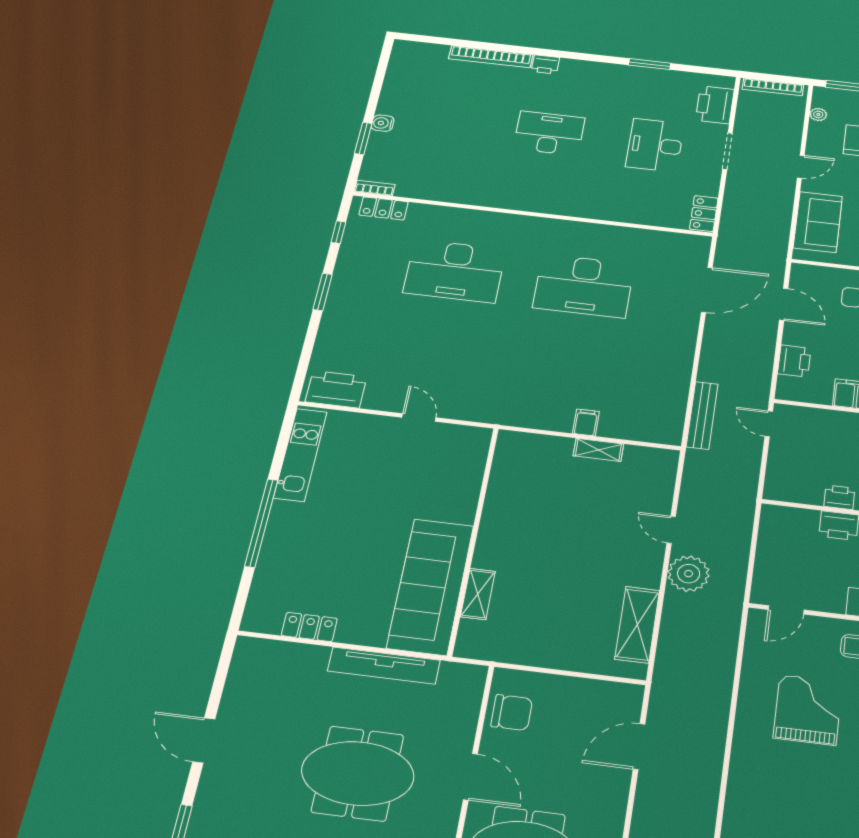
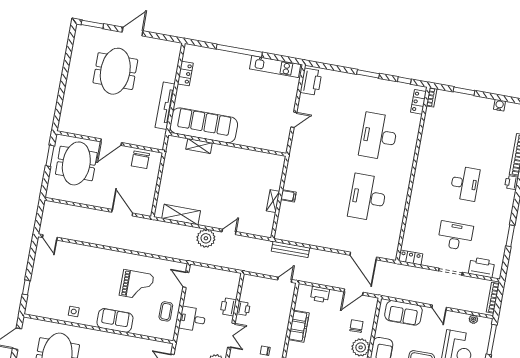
water cooler: (383, 123) -> (499, 105), moved
meeting table: (358, 773) -> (115, 71), moved

